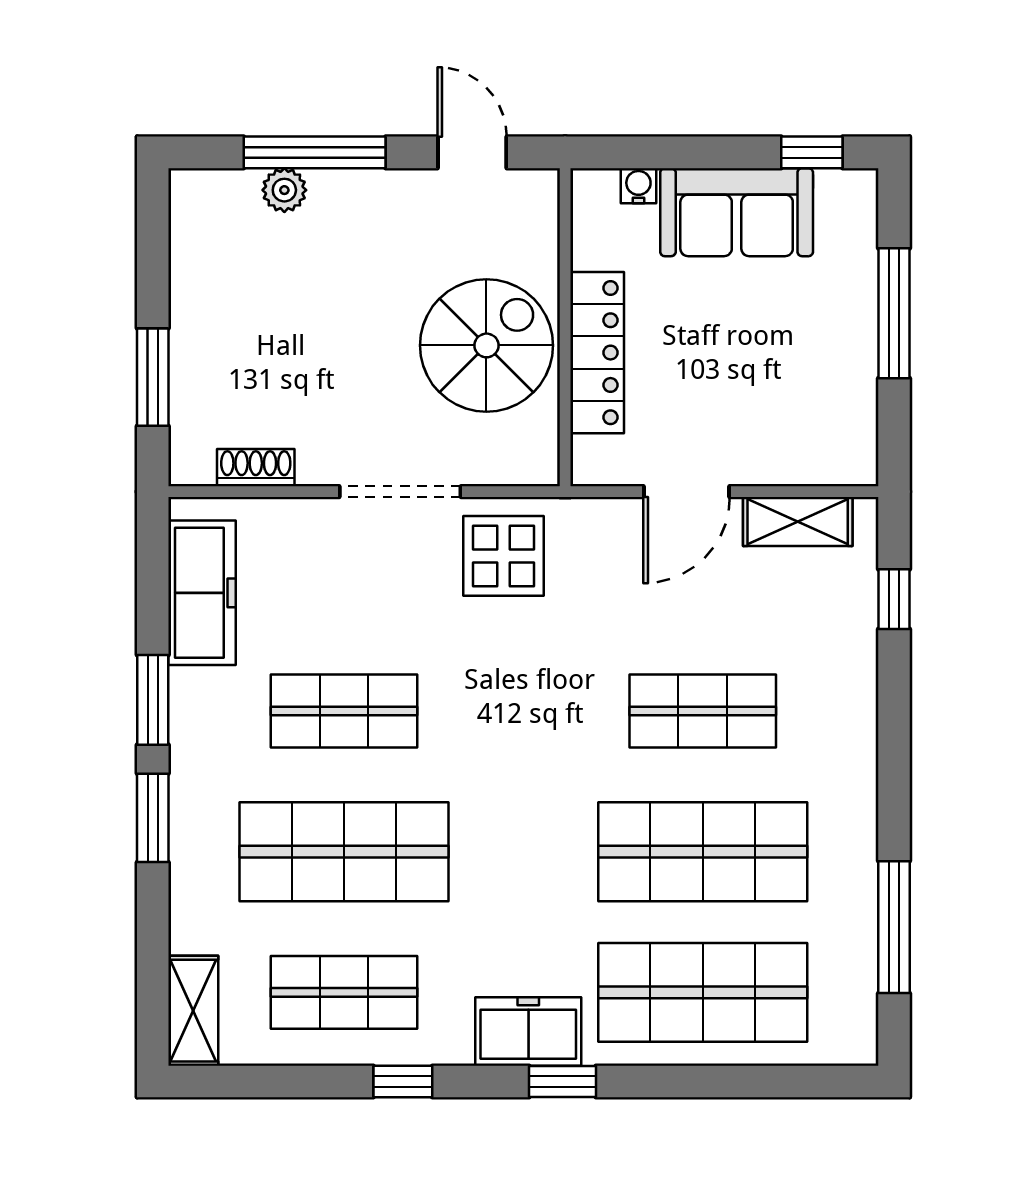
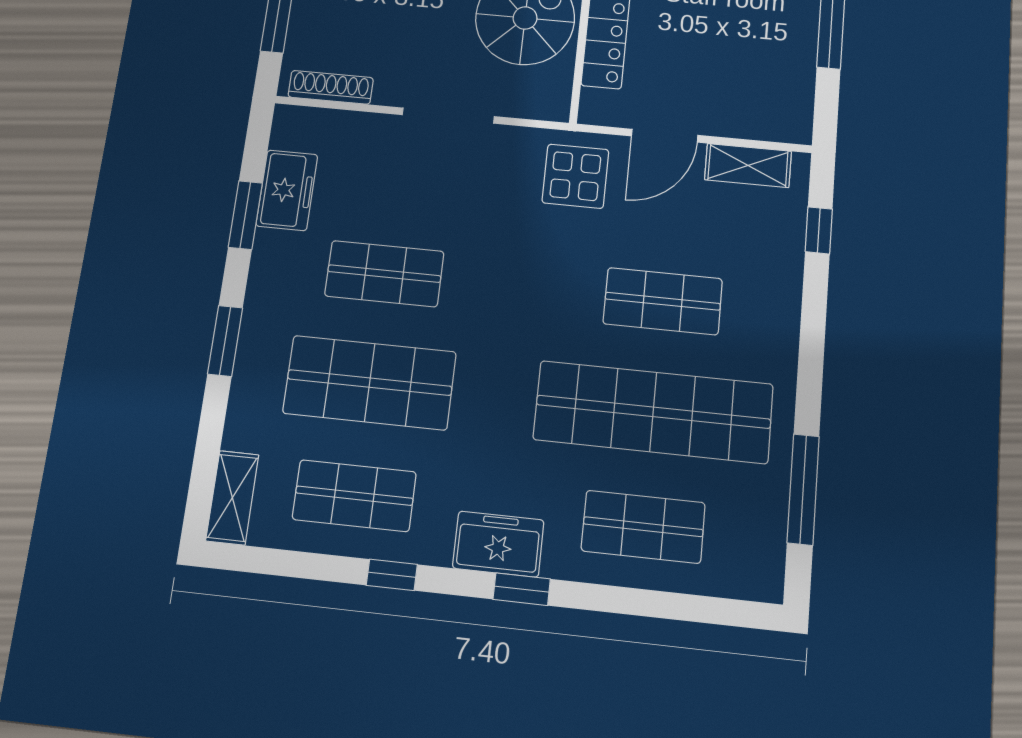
shoe rack: (256, 468) -> (331, 87), width x1.43
display table: (504, 556) -> (575, 176), moved
freezer: (202, 593) -> (287, 190), width x0.71
window: (153, 700) -> (245, 215), moved
shop shelf: (703, 852) -> (653, 412), width x1.40
shop shelf: (703, 992) -> (643, 527), width x0.70, depth x0.74

